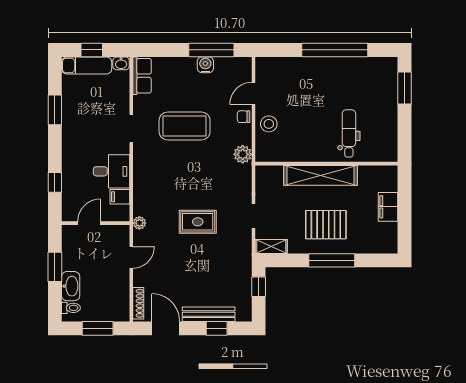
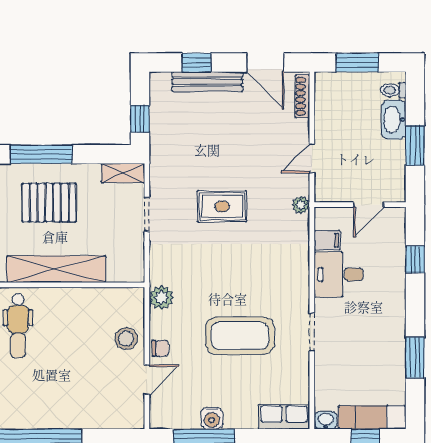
row of seats: (142, 76) -> (284, 417), moved, turned 90

